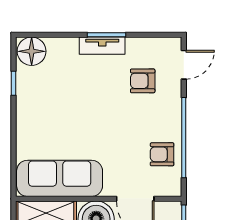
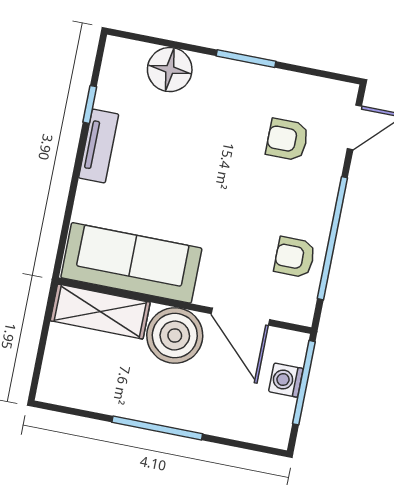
tv unit: (102, 46) -> (99, 146), moved, turned -90
floor lamp: (32, 51) -> (170, 70), moved

